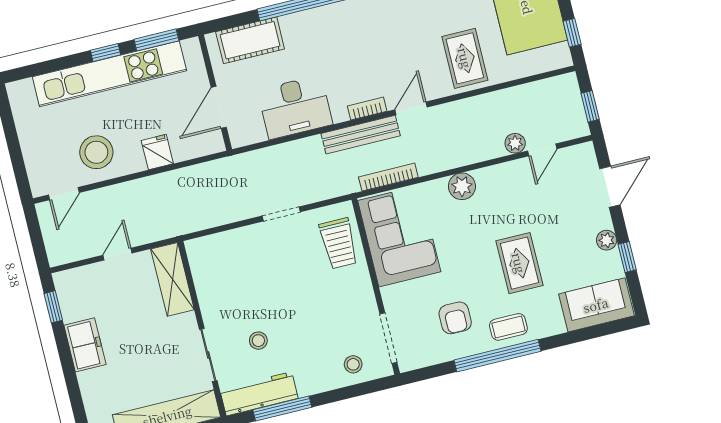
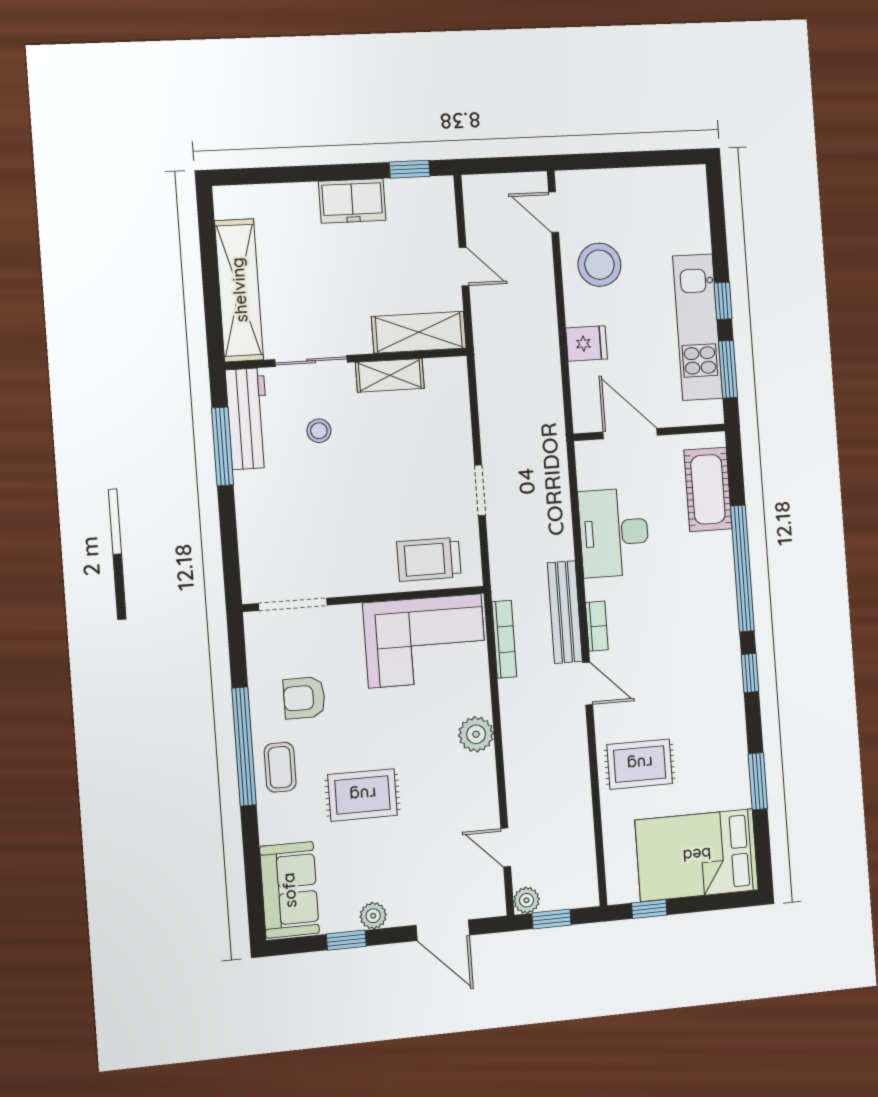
kitchen unit: (109, 74) -> (698, 327), width x0.73
plant: (515, 143) -> (526, 900), moved
shelving: (208, 295) -> (390, 375), added
stool: (353, 364) -> (266, 551), removed

